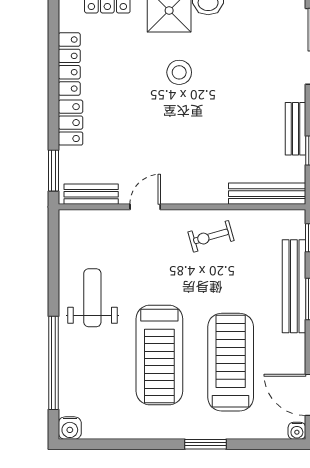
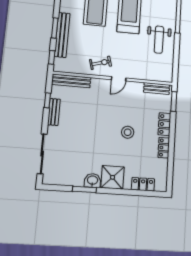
locker: (69, 64) -> (164, 148), width x0.66
stool: (179, 72) -> (128, 132), moved
door: (145, 207) -> (119, 79), moved

